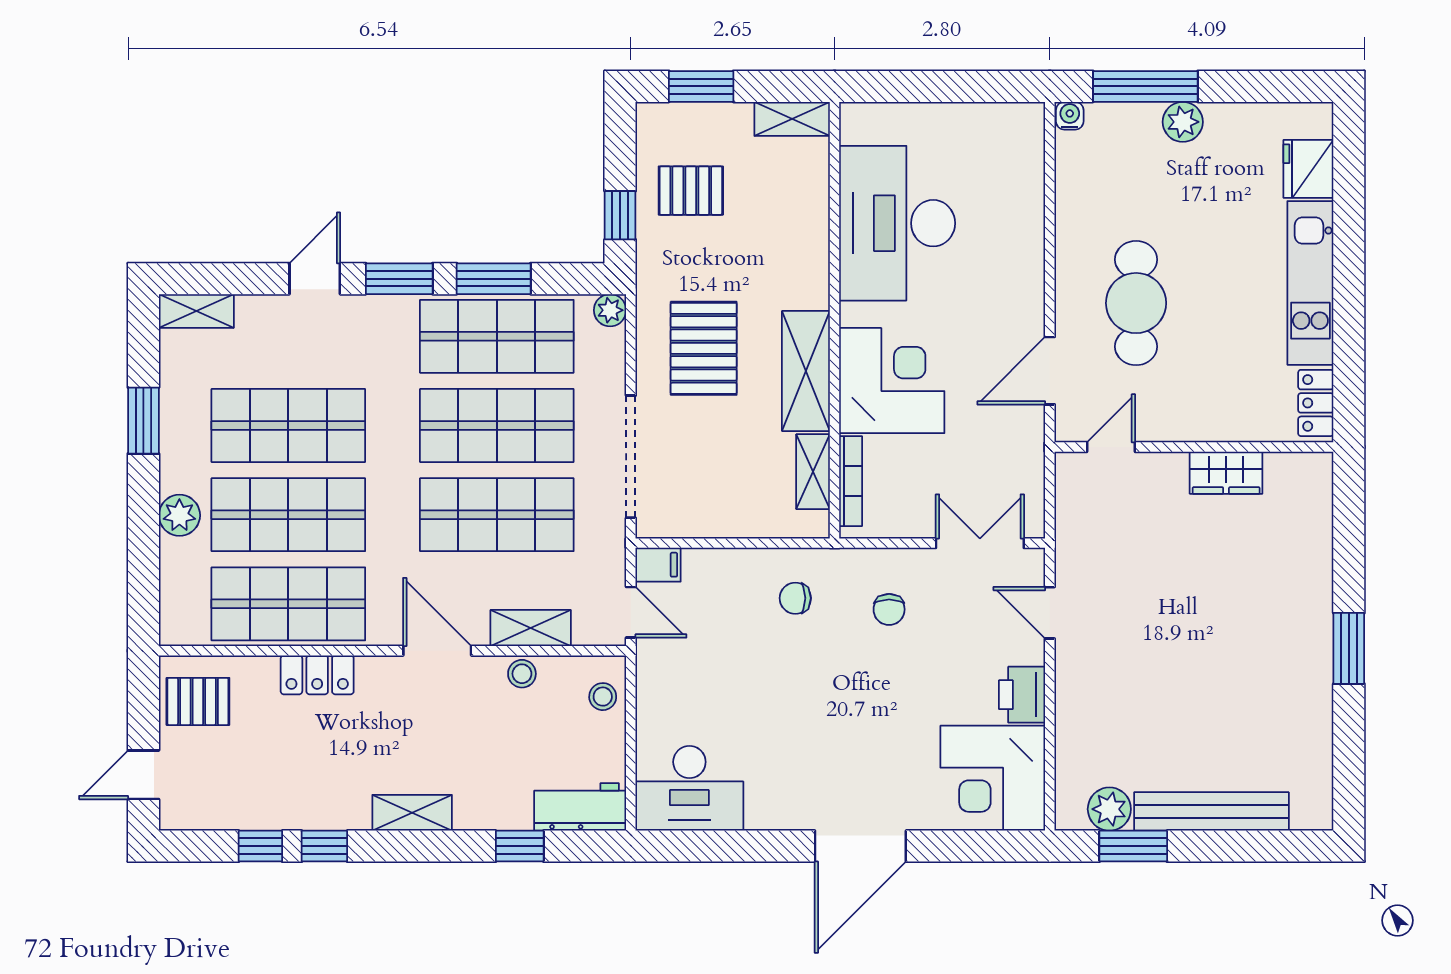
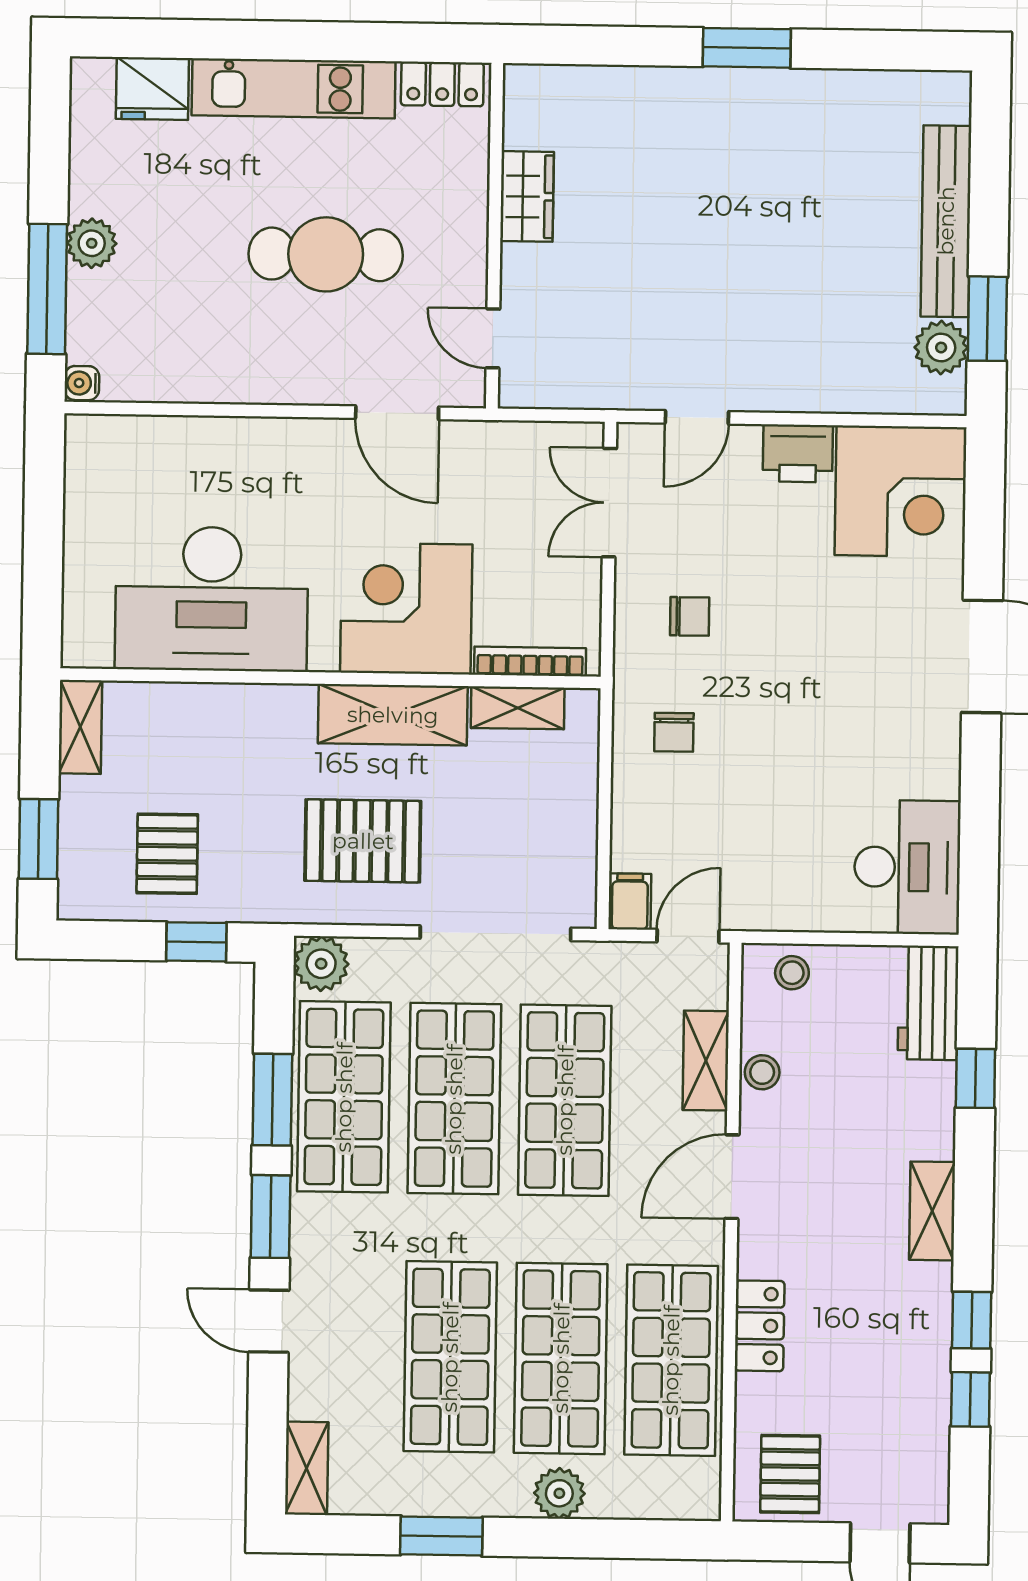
cafe table: (1136, 303) -> (326, 254), moved
plant: (610, 310) -> (321, 964), width x1.38, depth x1.38

